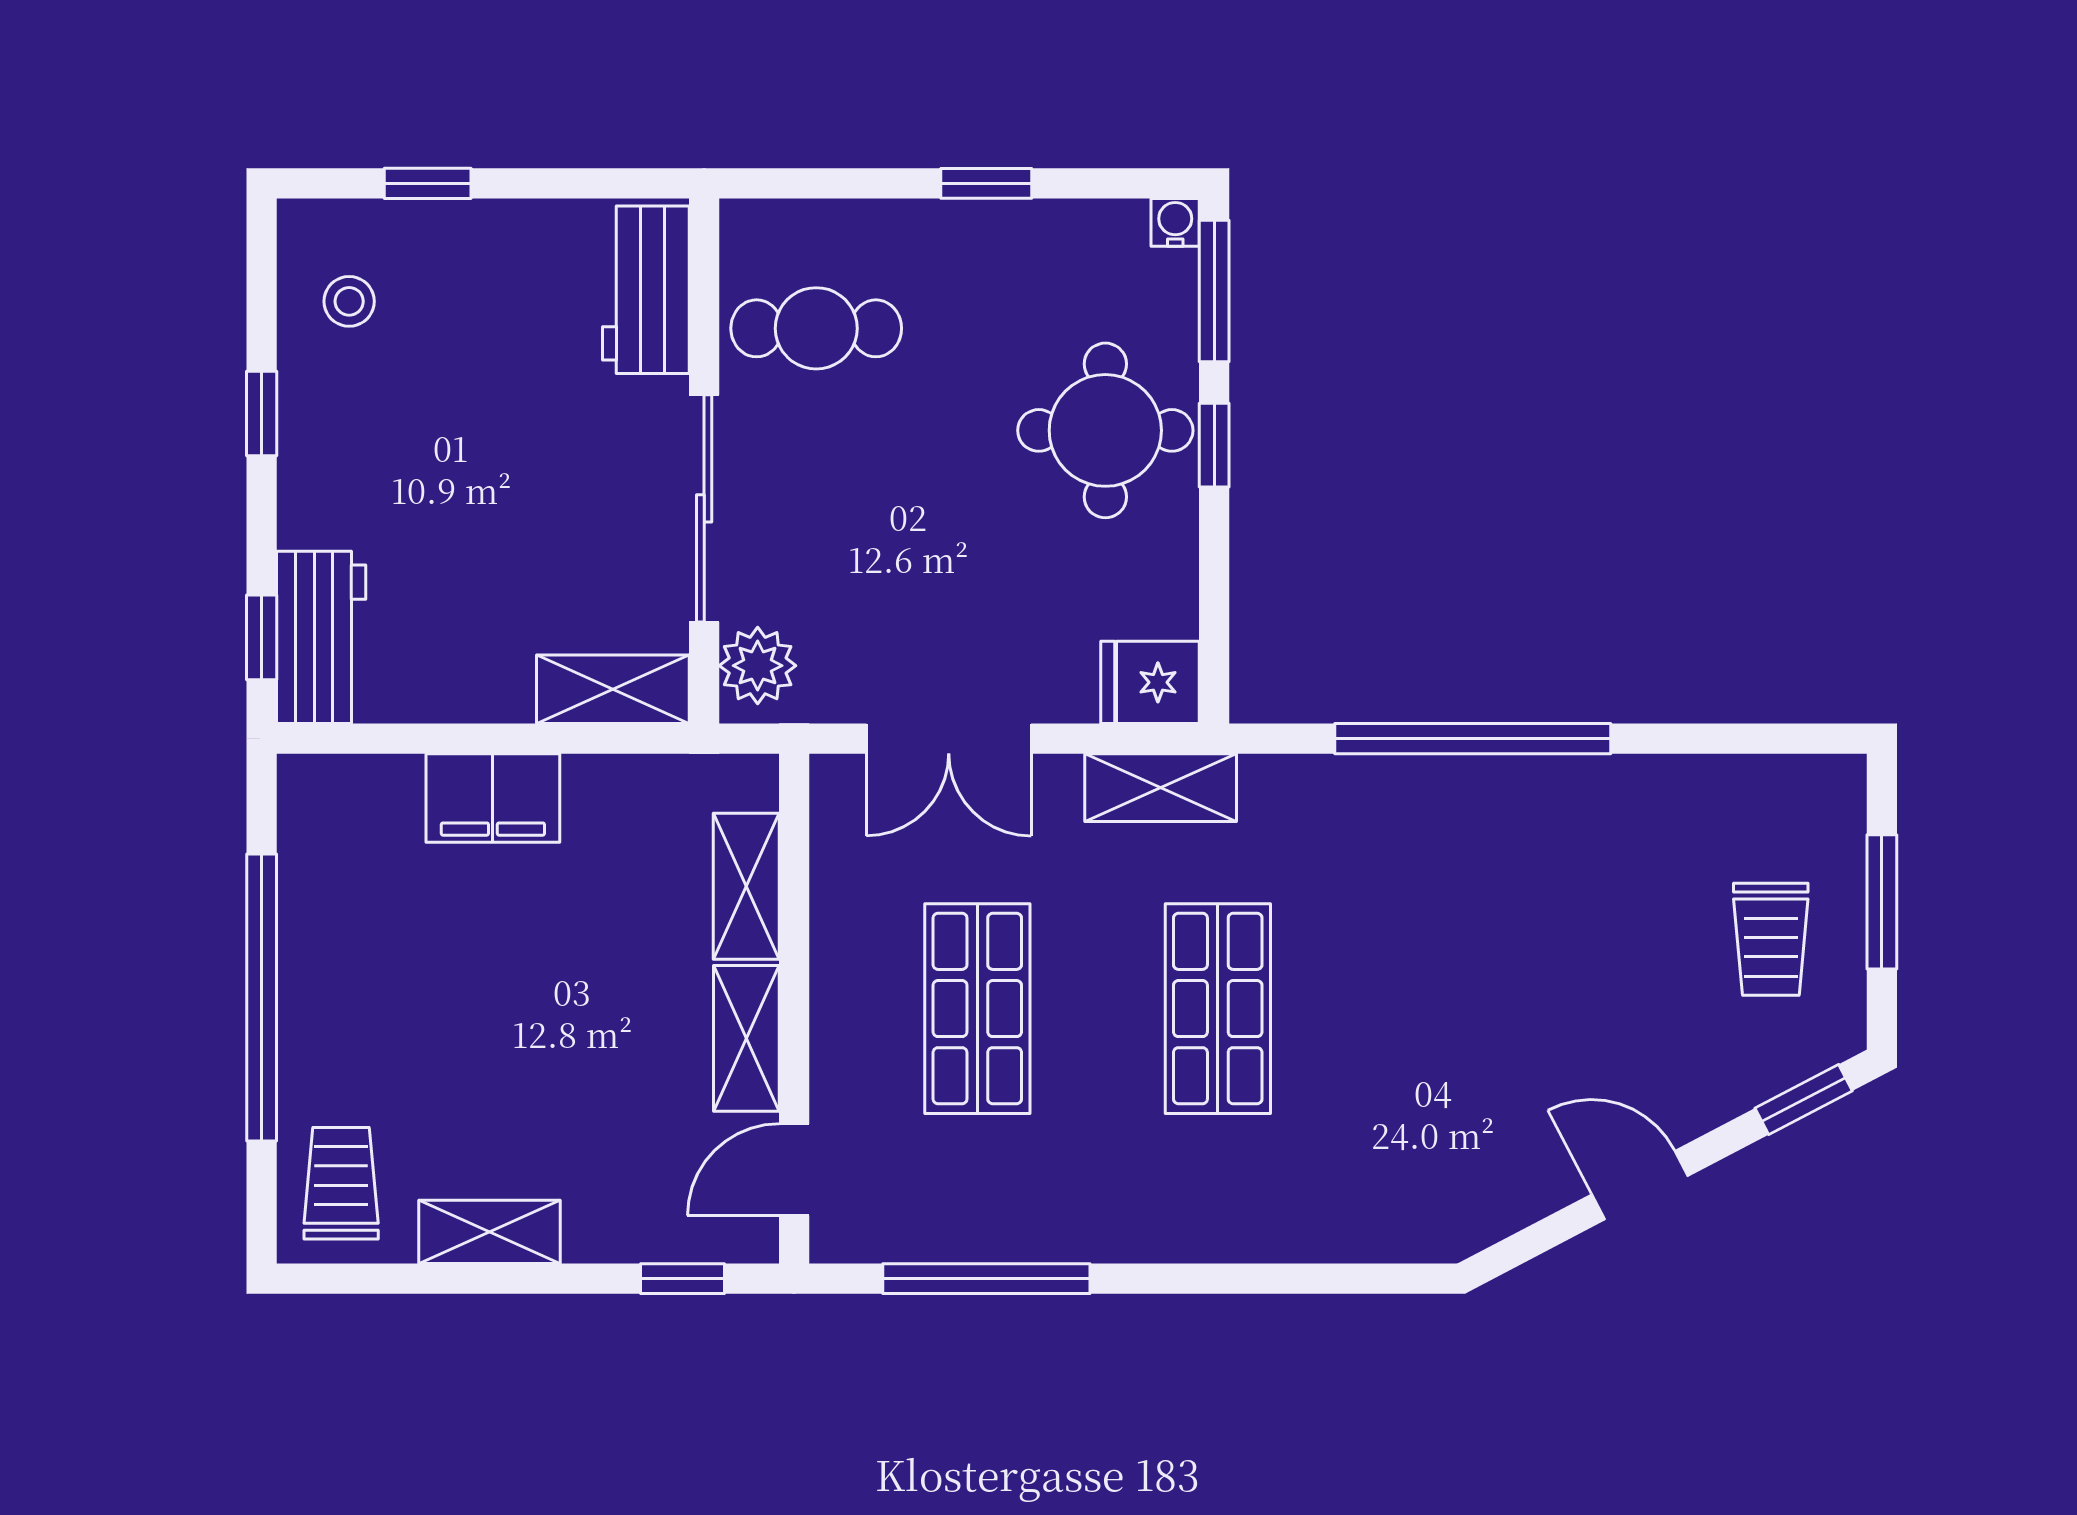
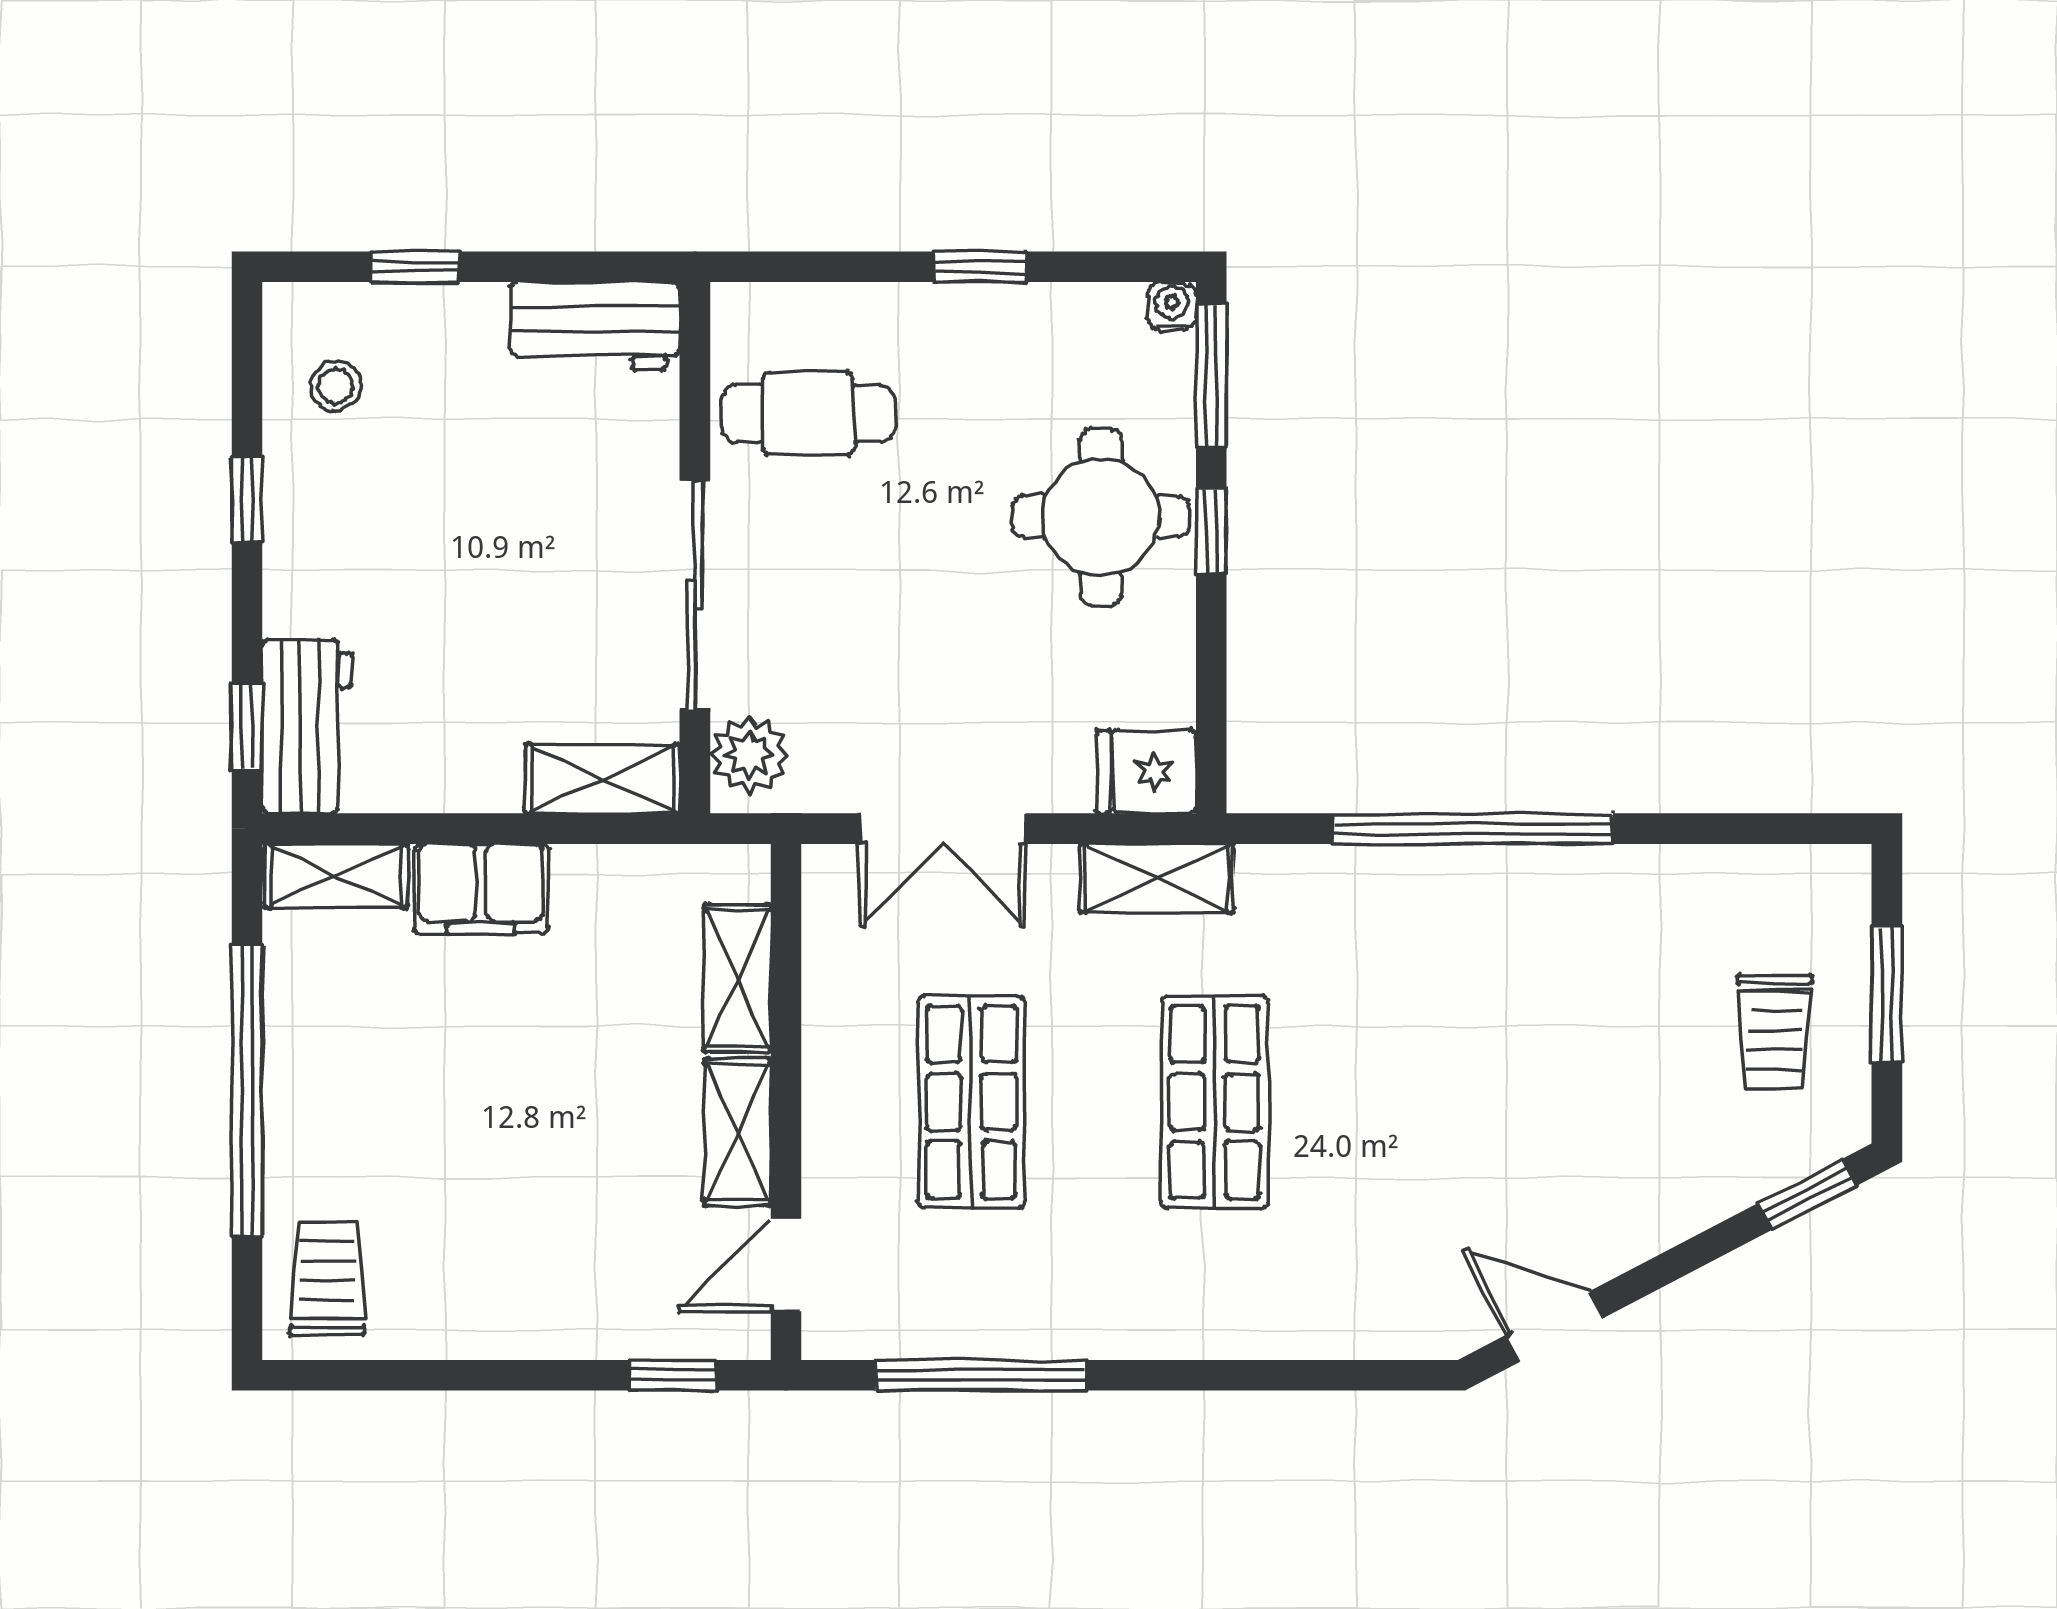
workbench: (646, 290) -> (595, 326), moved, turned -90
door: (1640, 1185) -> (1554, 1327), moved
shelving: (489, 1232) -> (336, 876), moved

